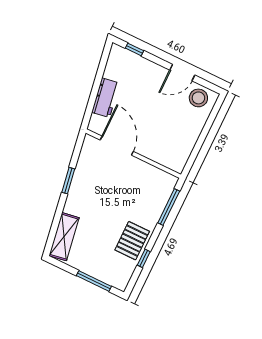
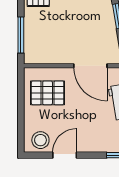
pallet: (170, 140) -> (48, 93), added

